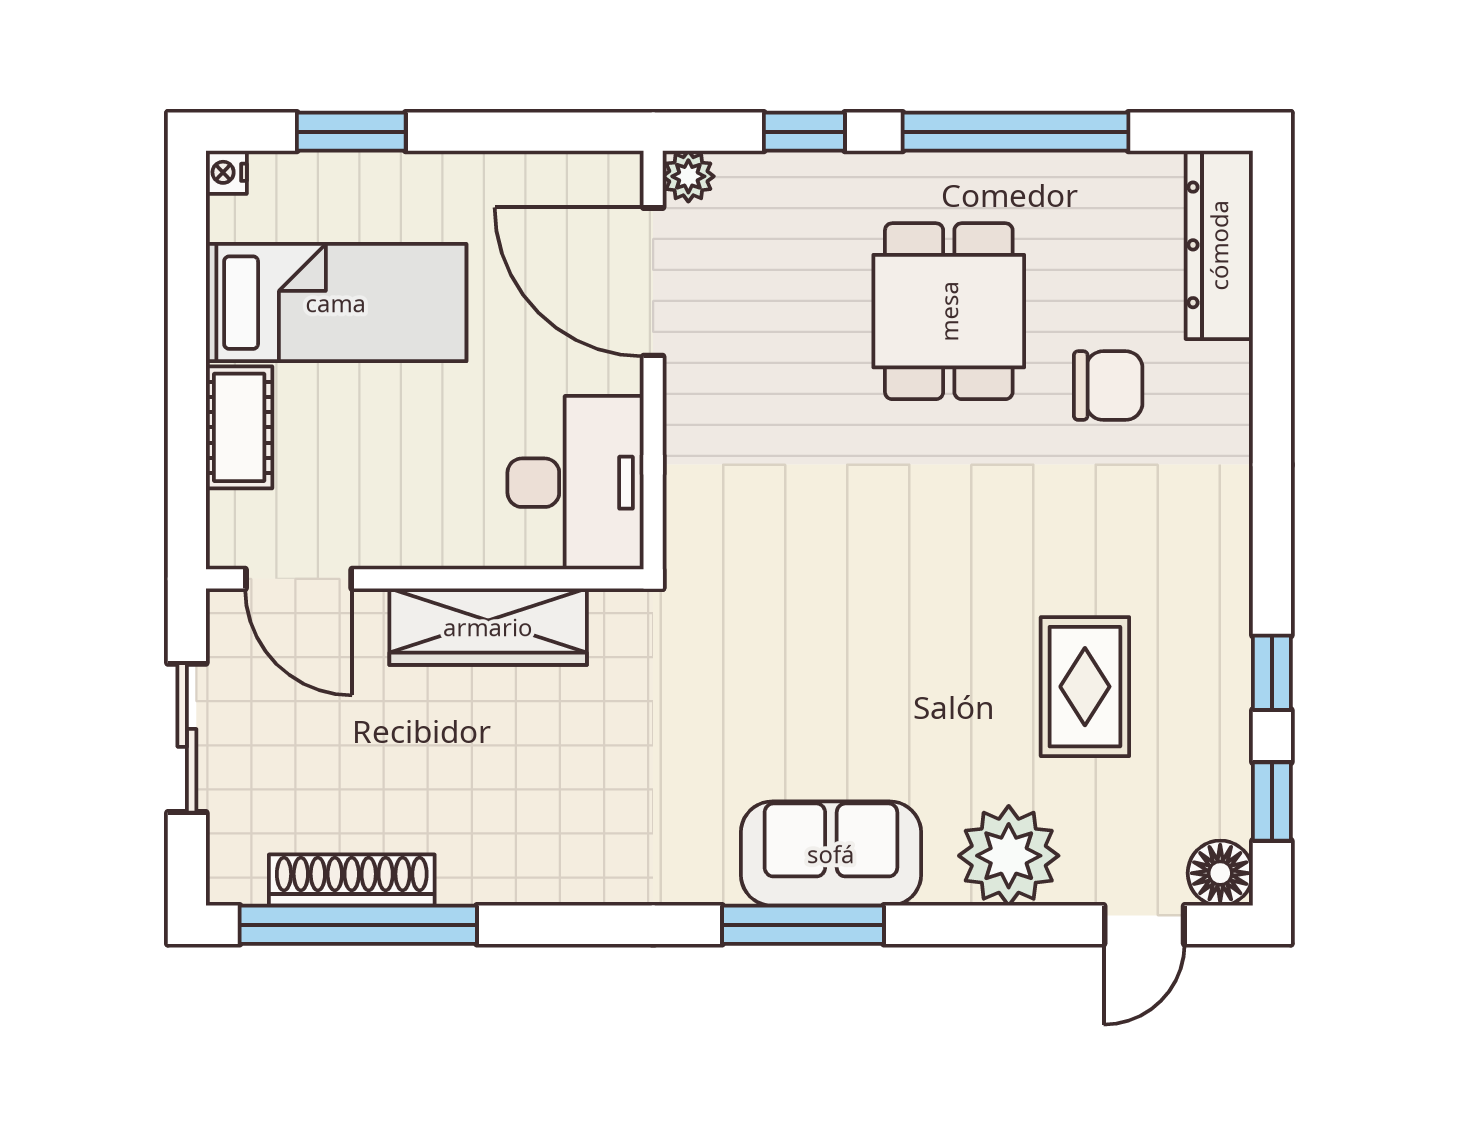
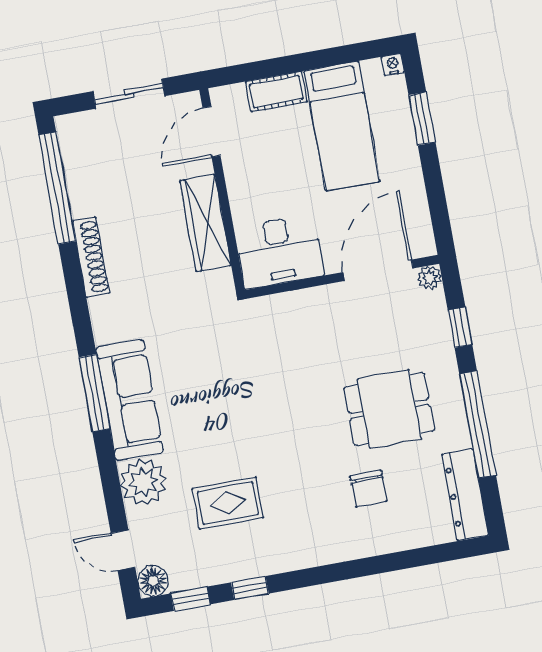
dresser: (1219, 245) -> (465, 495), moved, turned -90
sofa: (831, 854) -> (130, 400), width x1.36
shoe rack: (352, 880) -> (91, 257), moved

